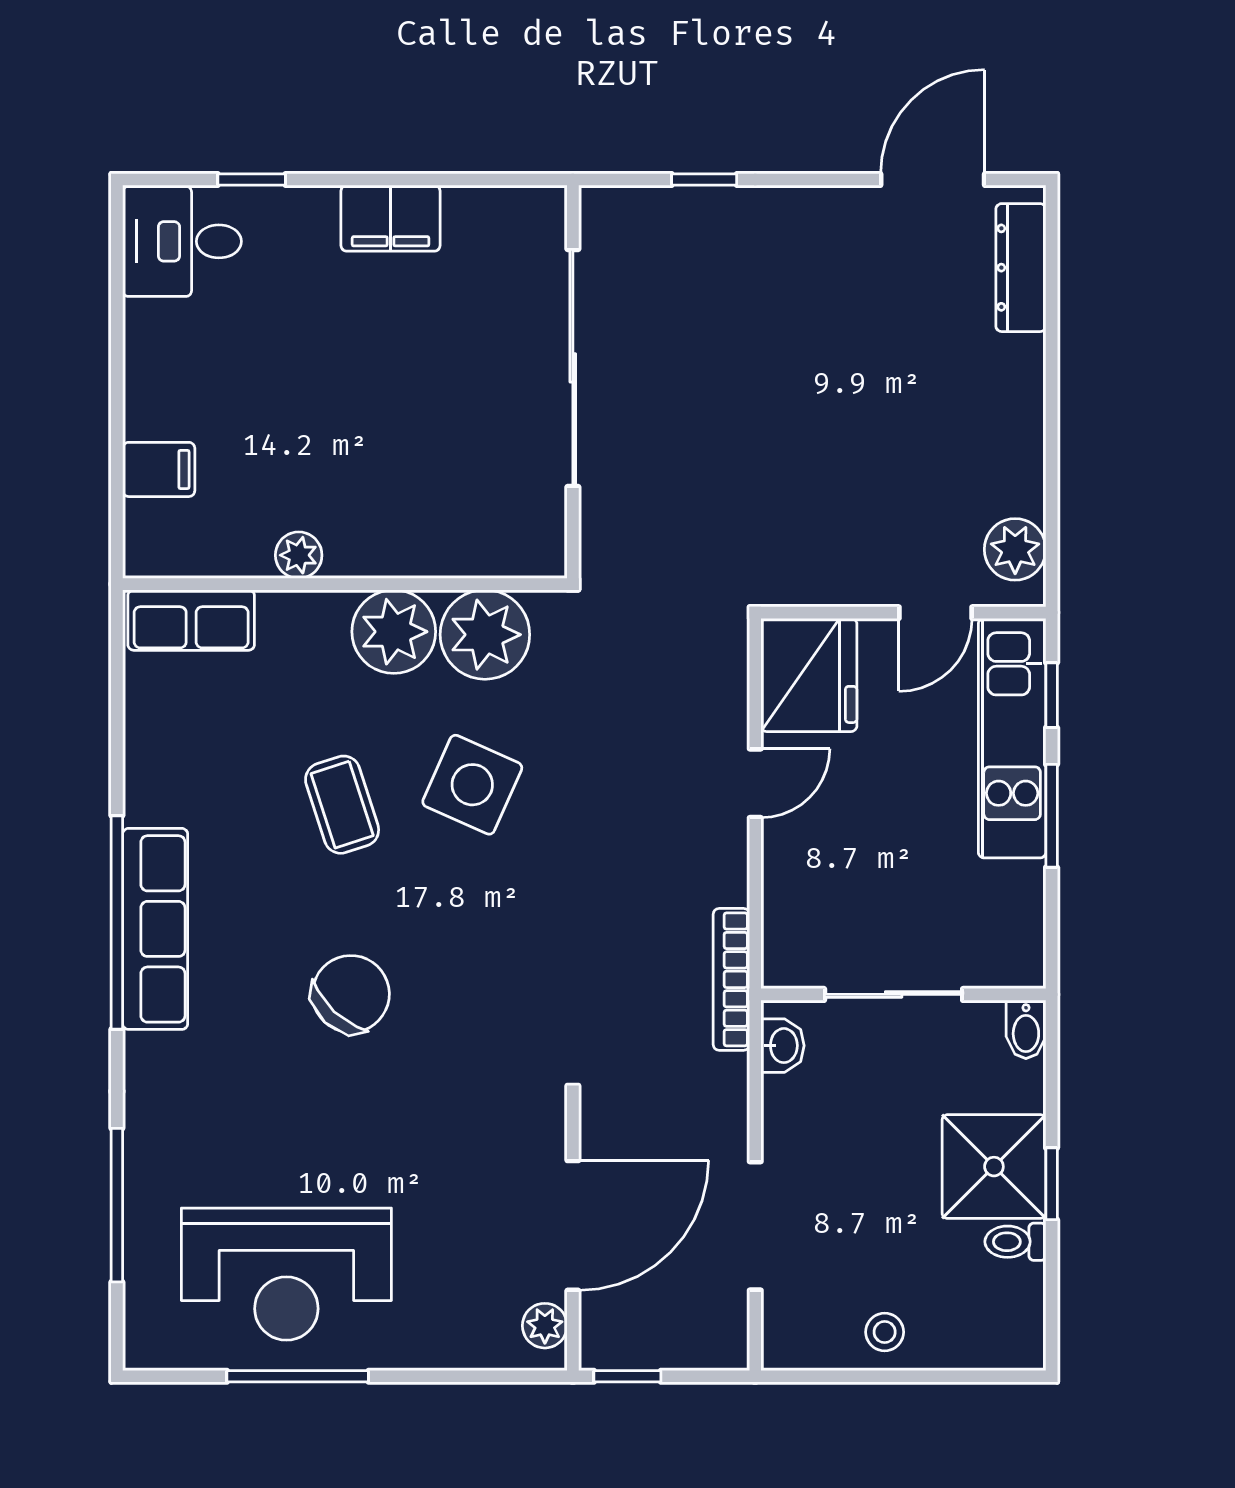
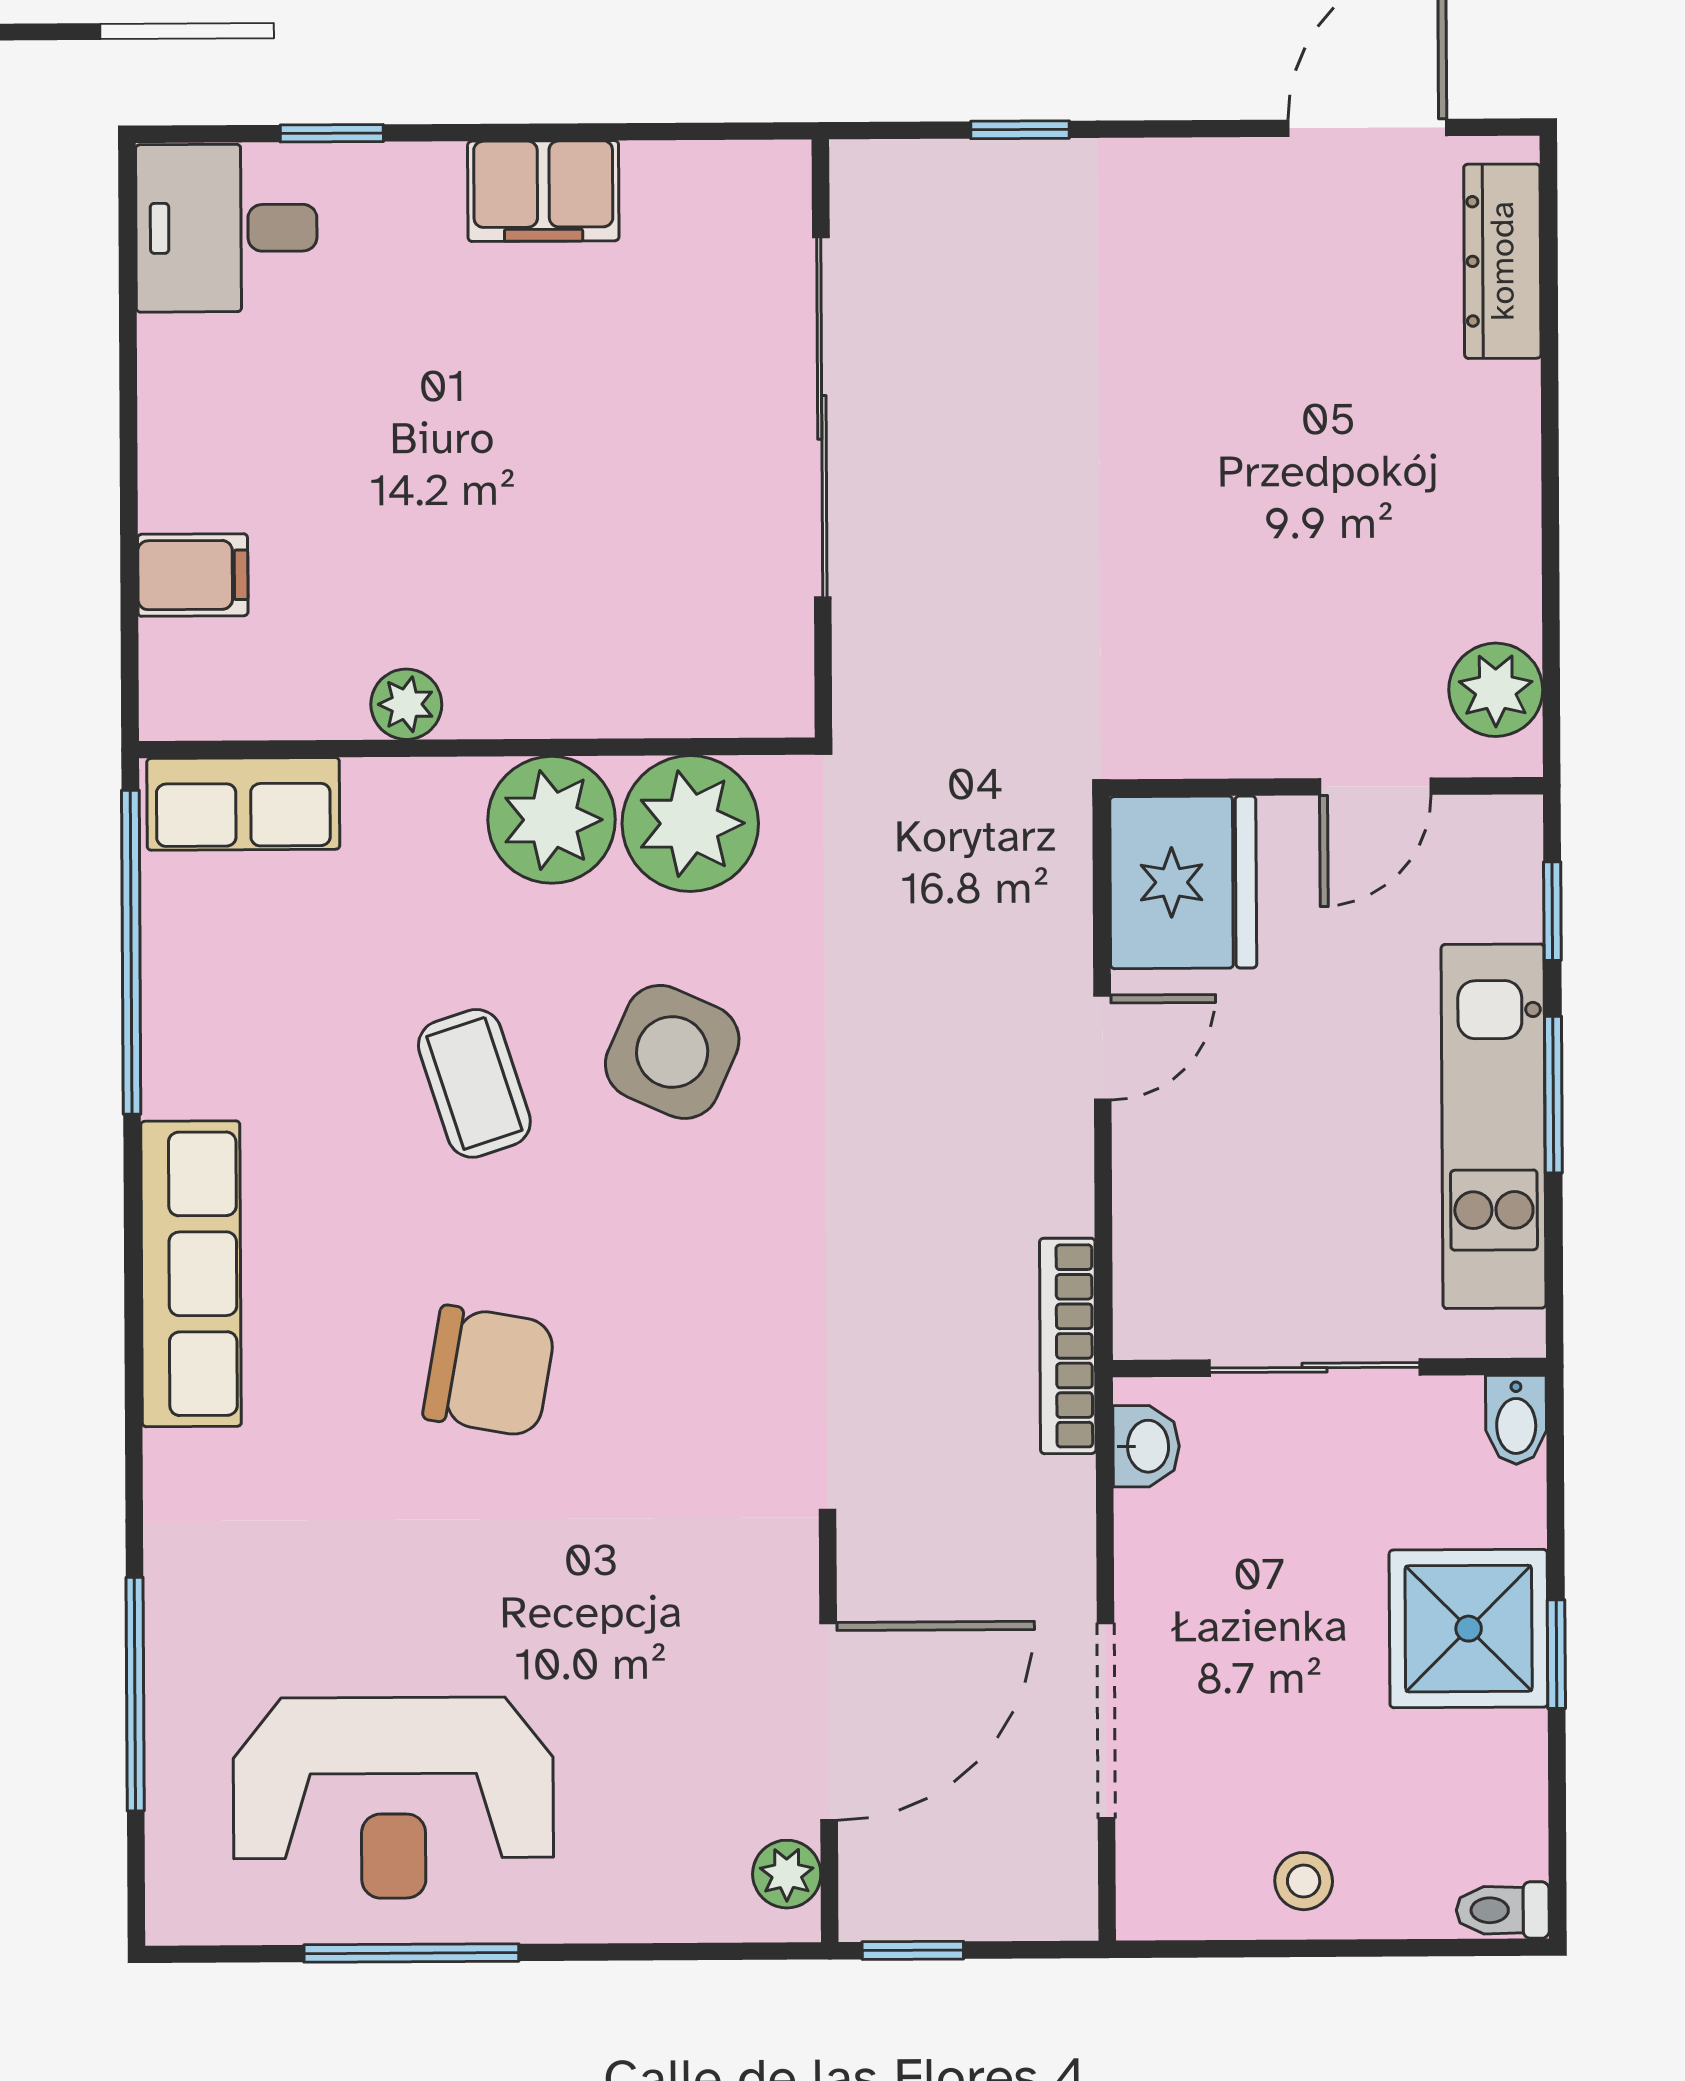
kitchen unit: (1012, 738) -> (1494, 1126), moved
window: (117, 922) -> (131, 952), moved
chair: (351, 994) -> (489, 1371), turned 57
toilet: (1015, 1242) -> (1503, 1910), moved

